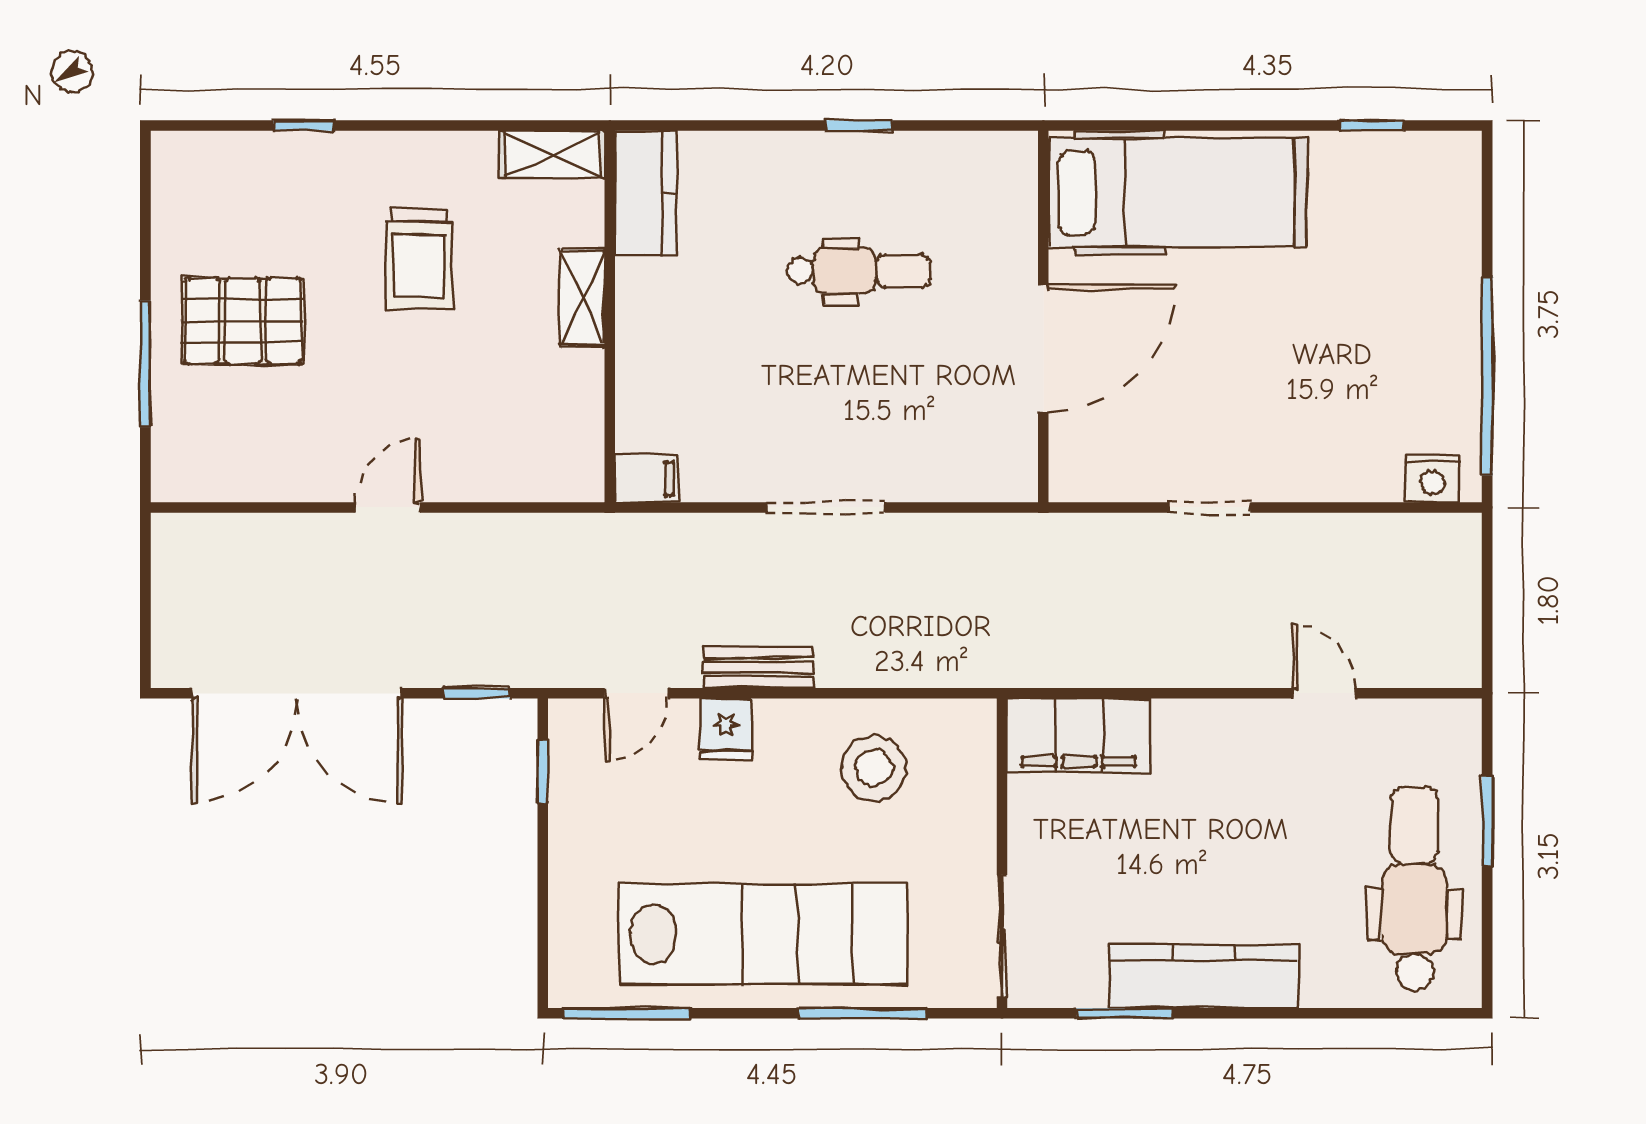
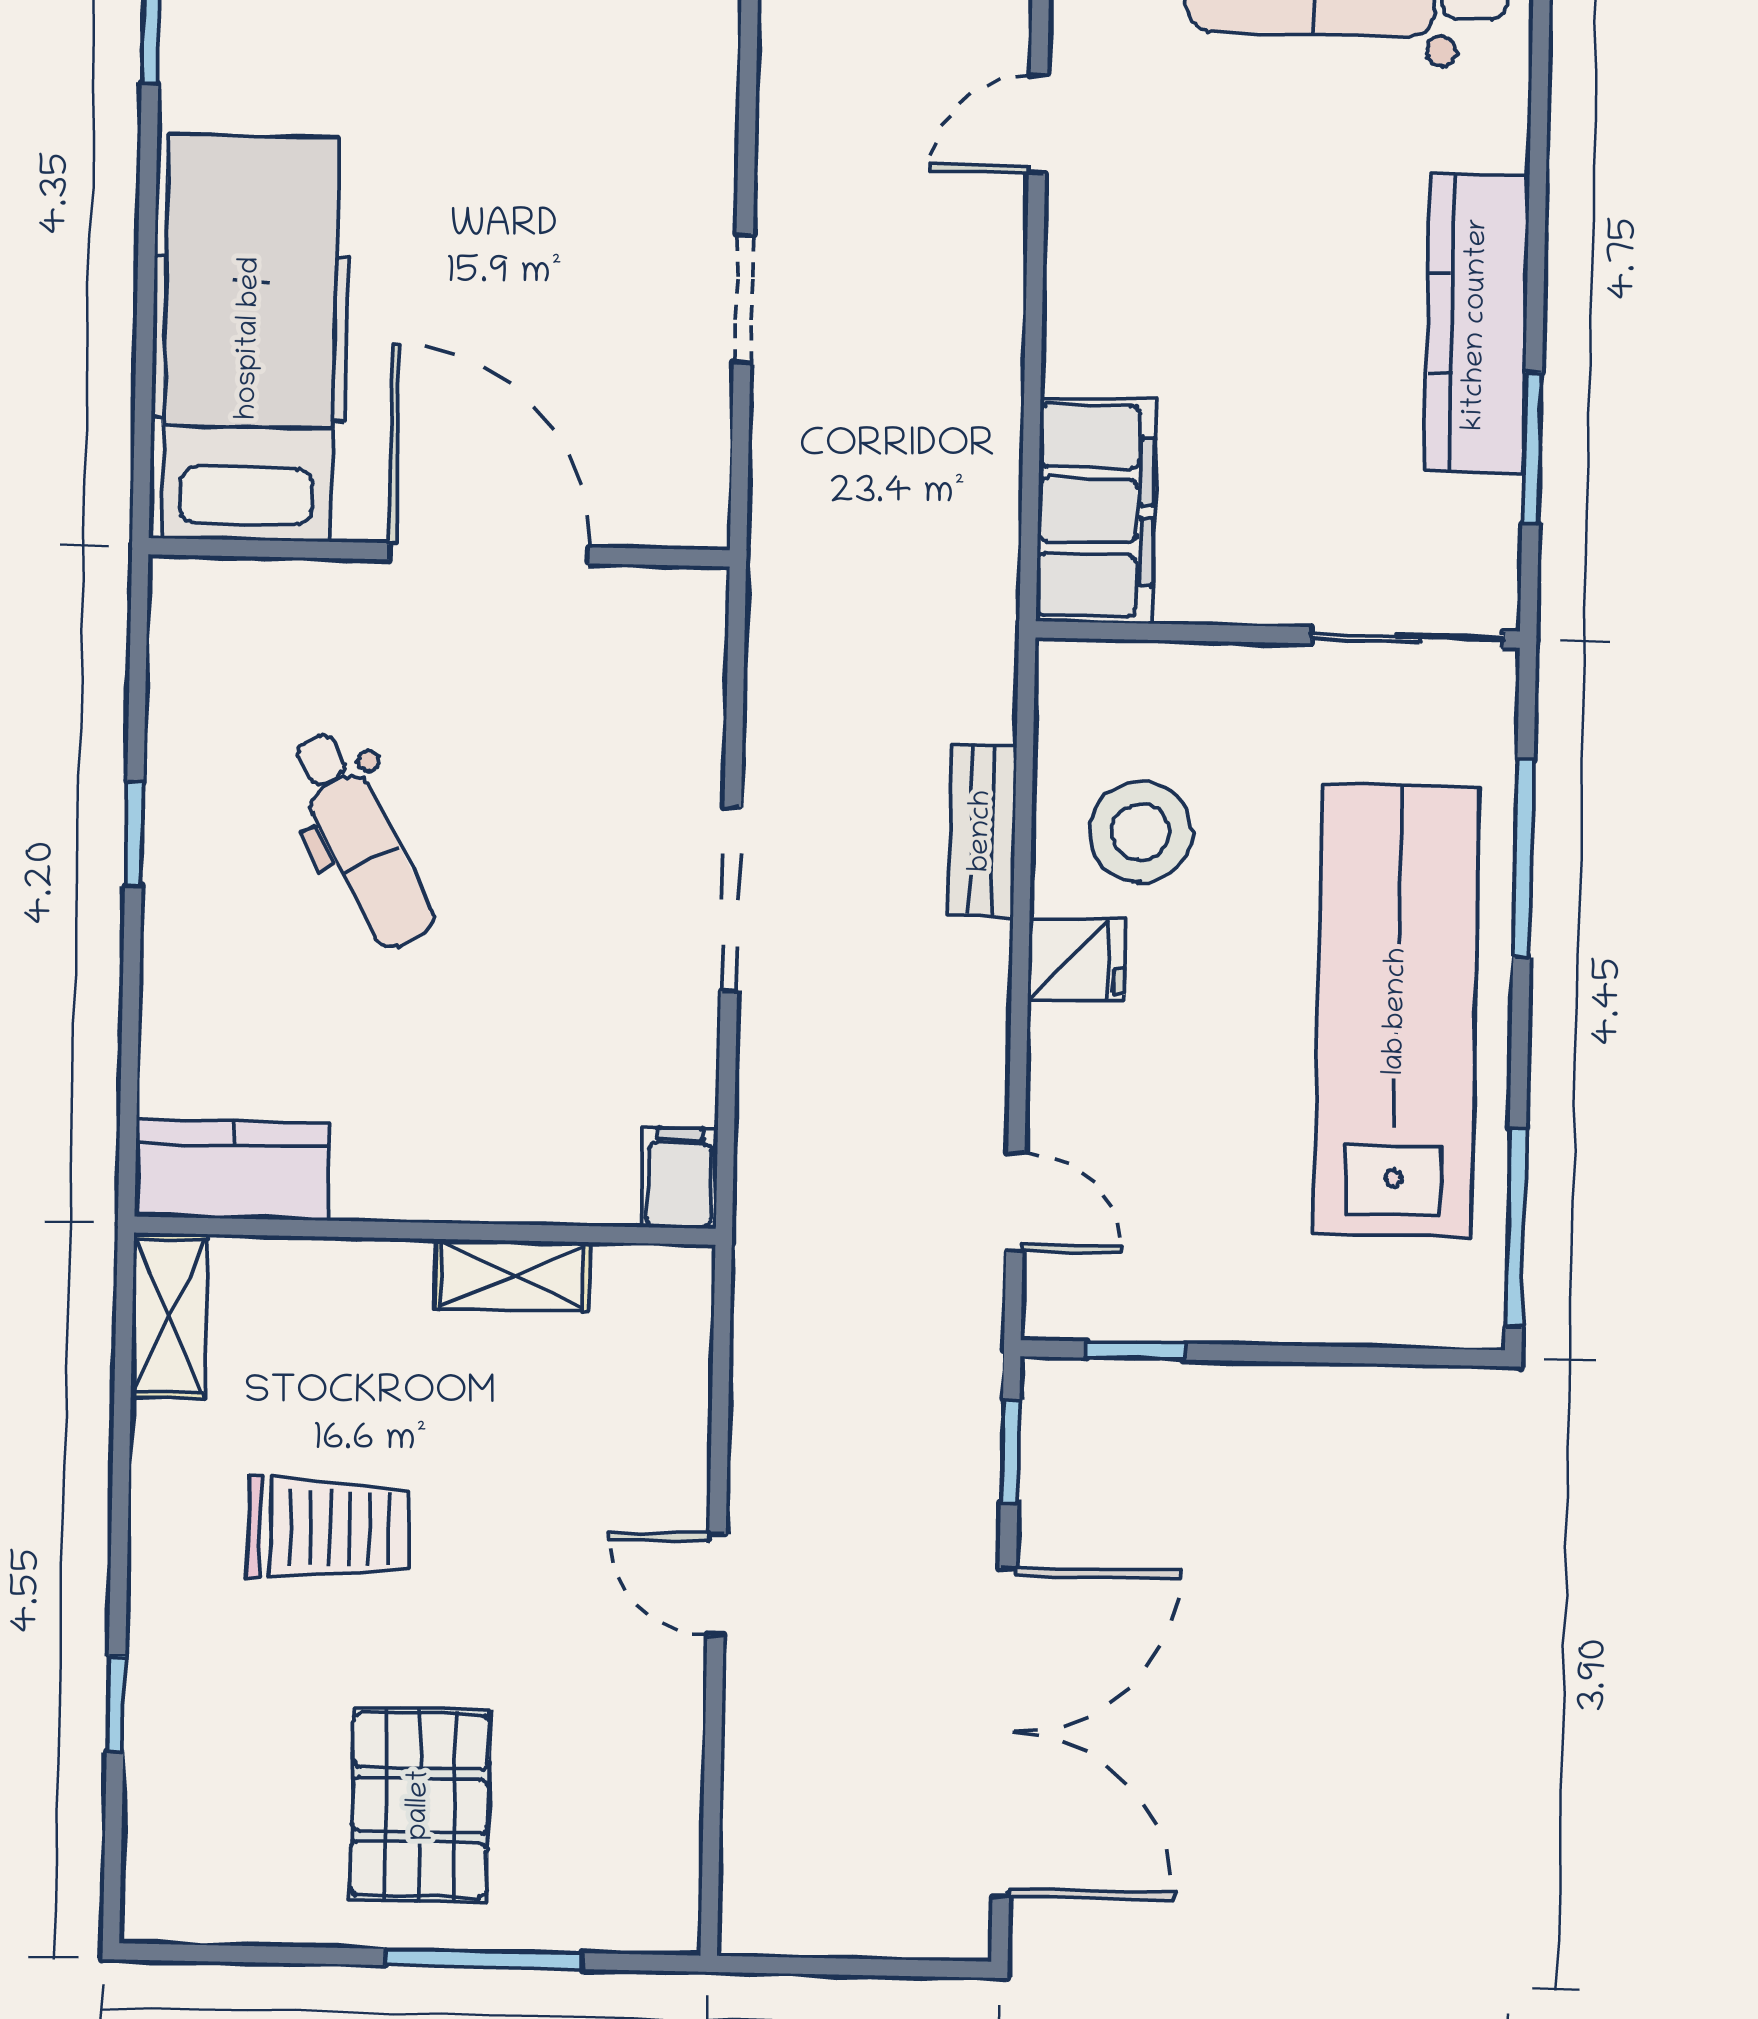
dental chair: (859, 271) -> (361, 839), turned 152
shelving: (582, 298) -> (512, 1275), moved
bench: (758, 667) -> (982, 831), moved
fridge: (726, 729) -> (1077, 960), moved

